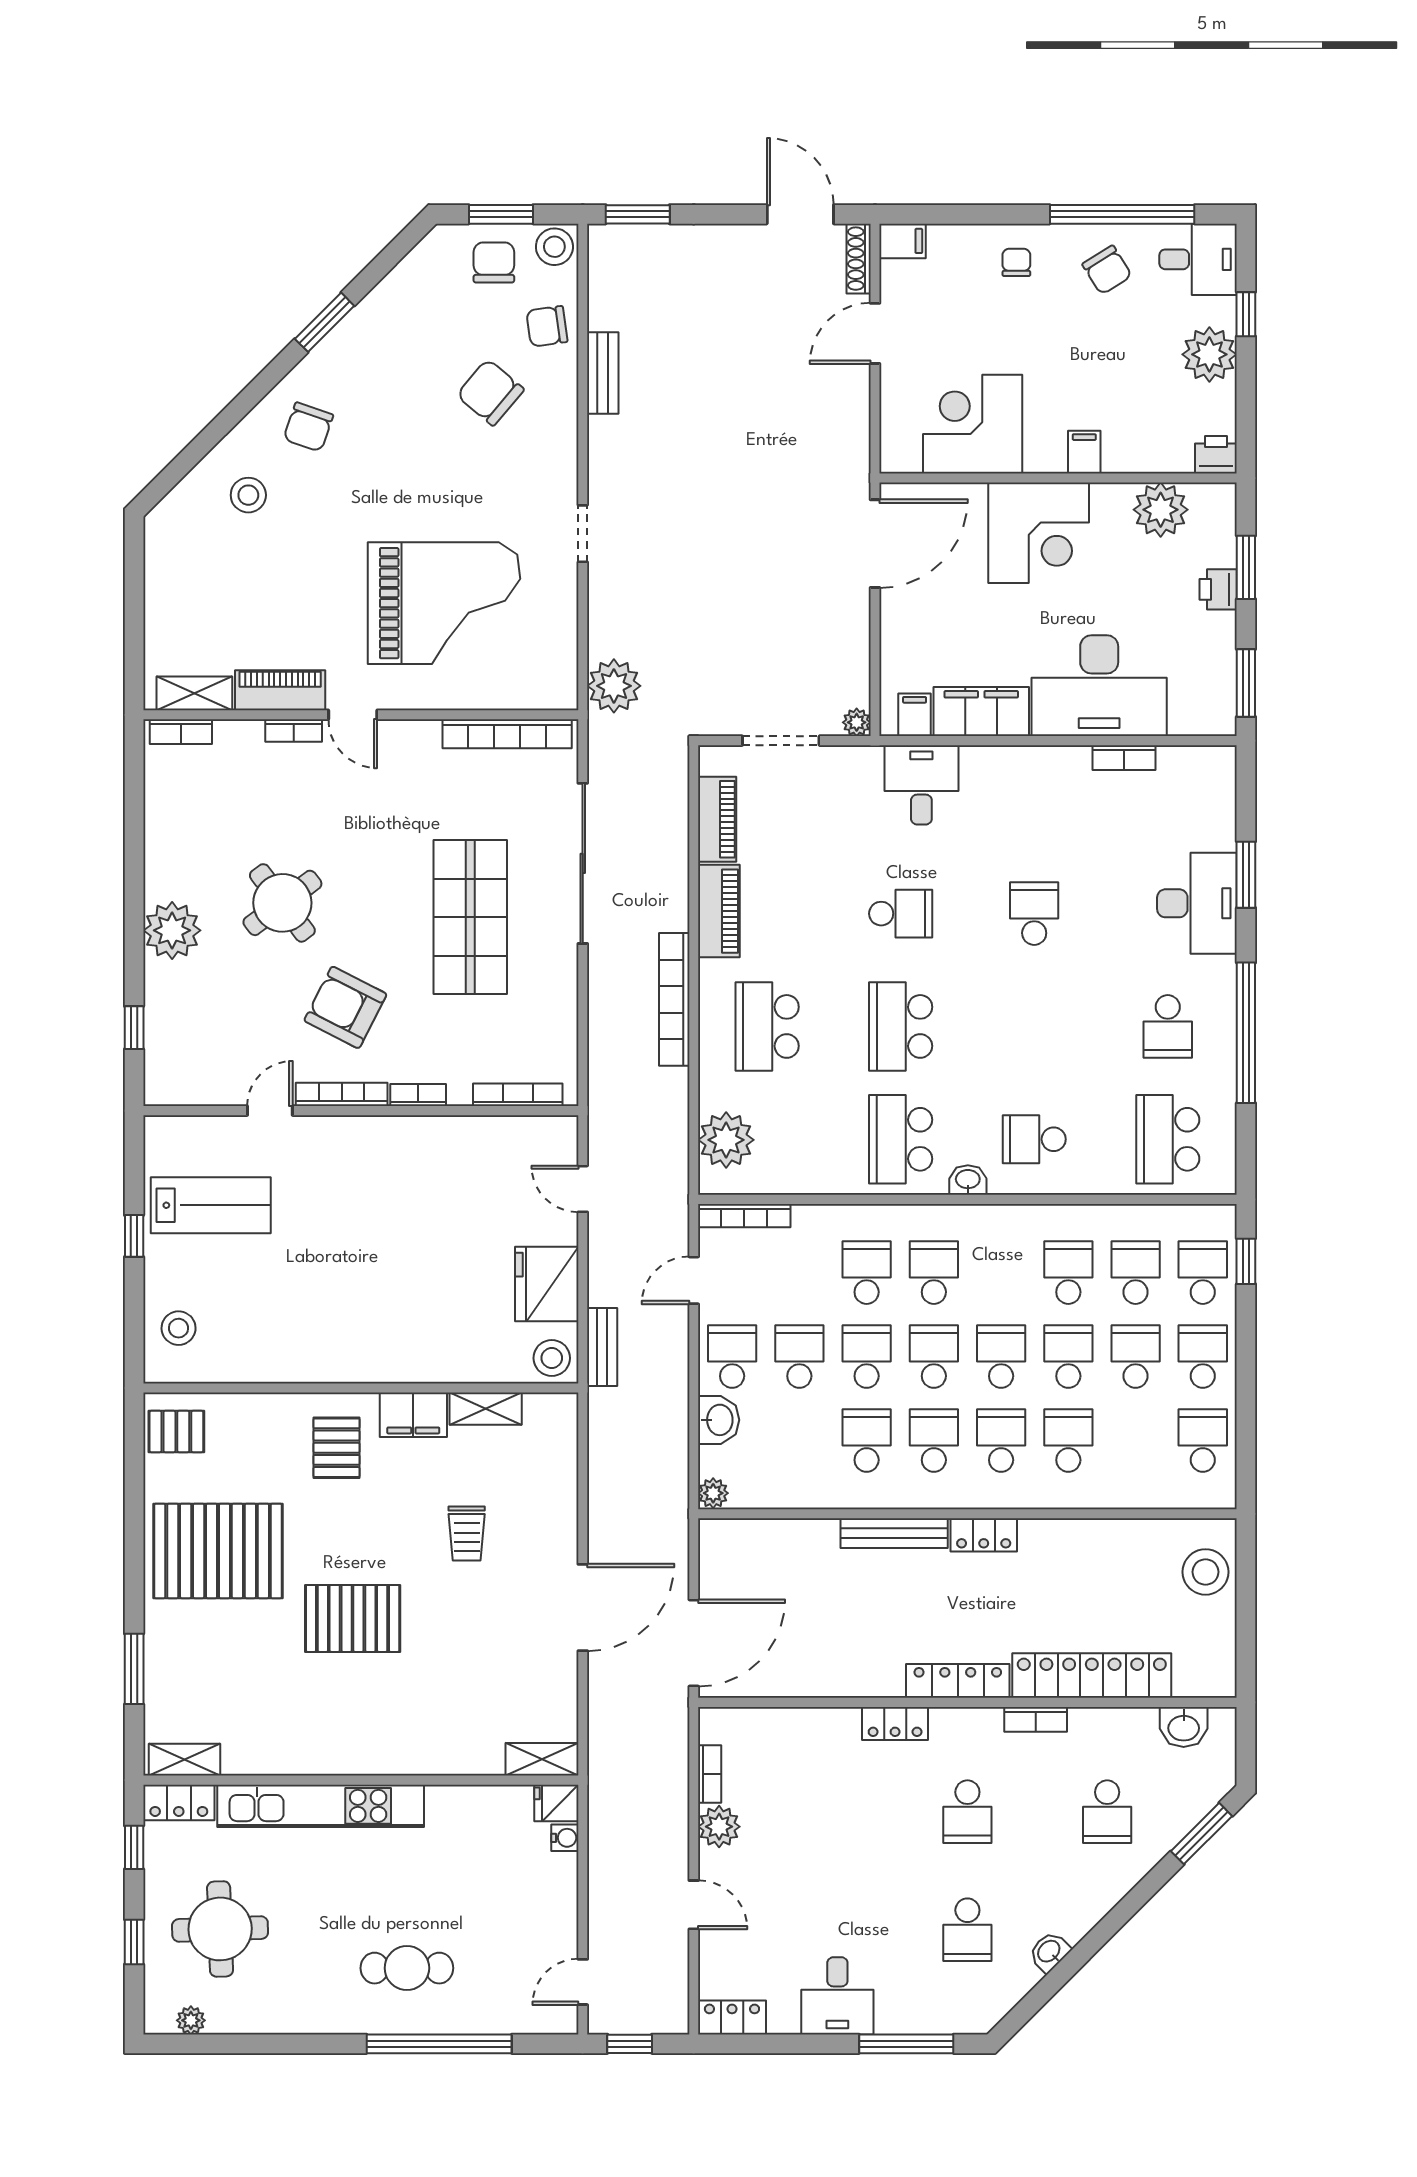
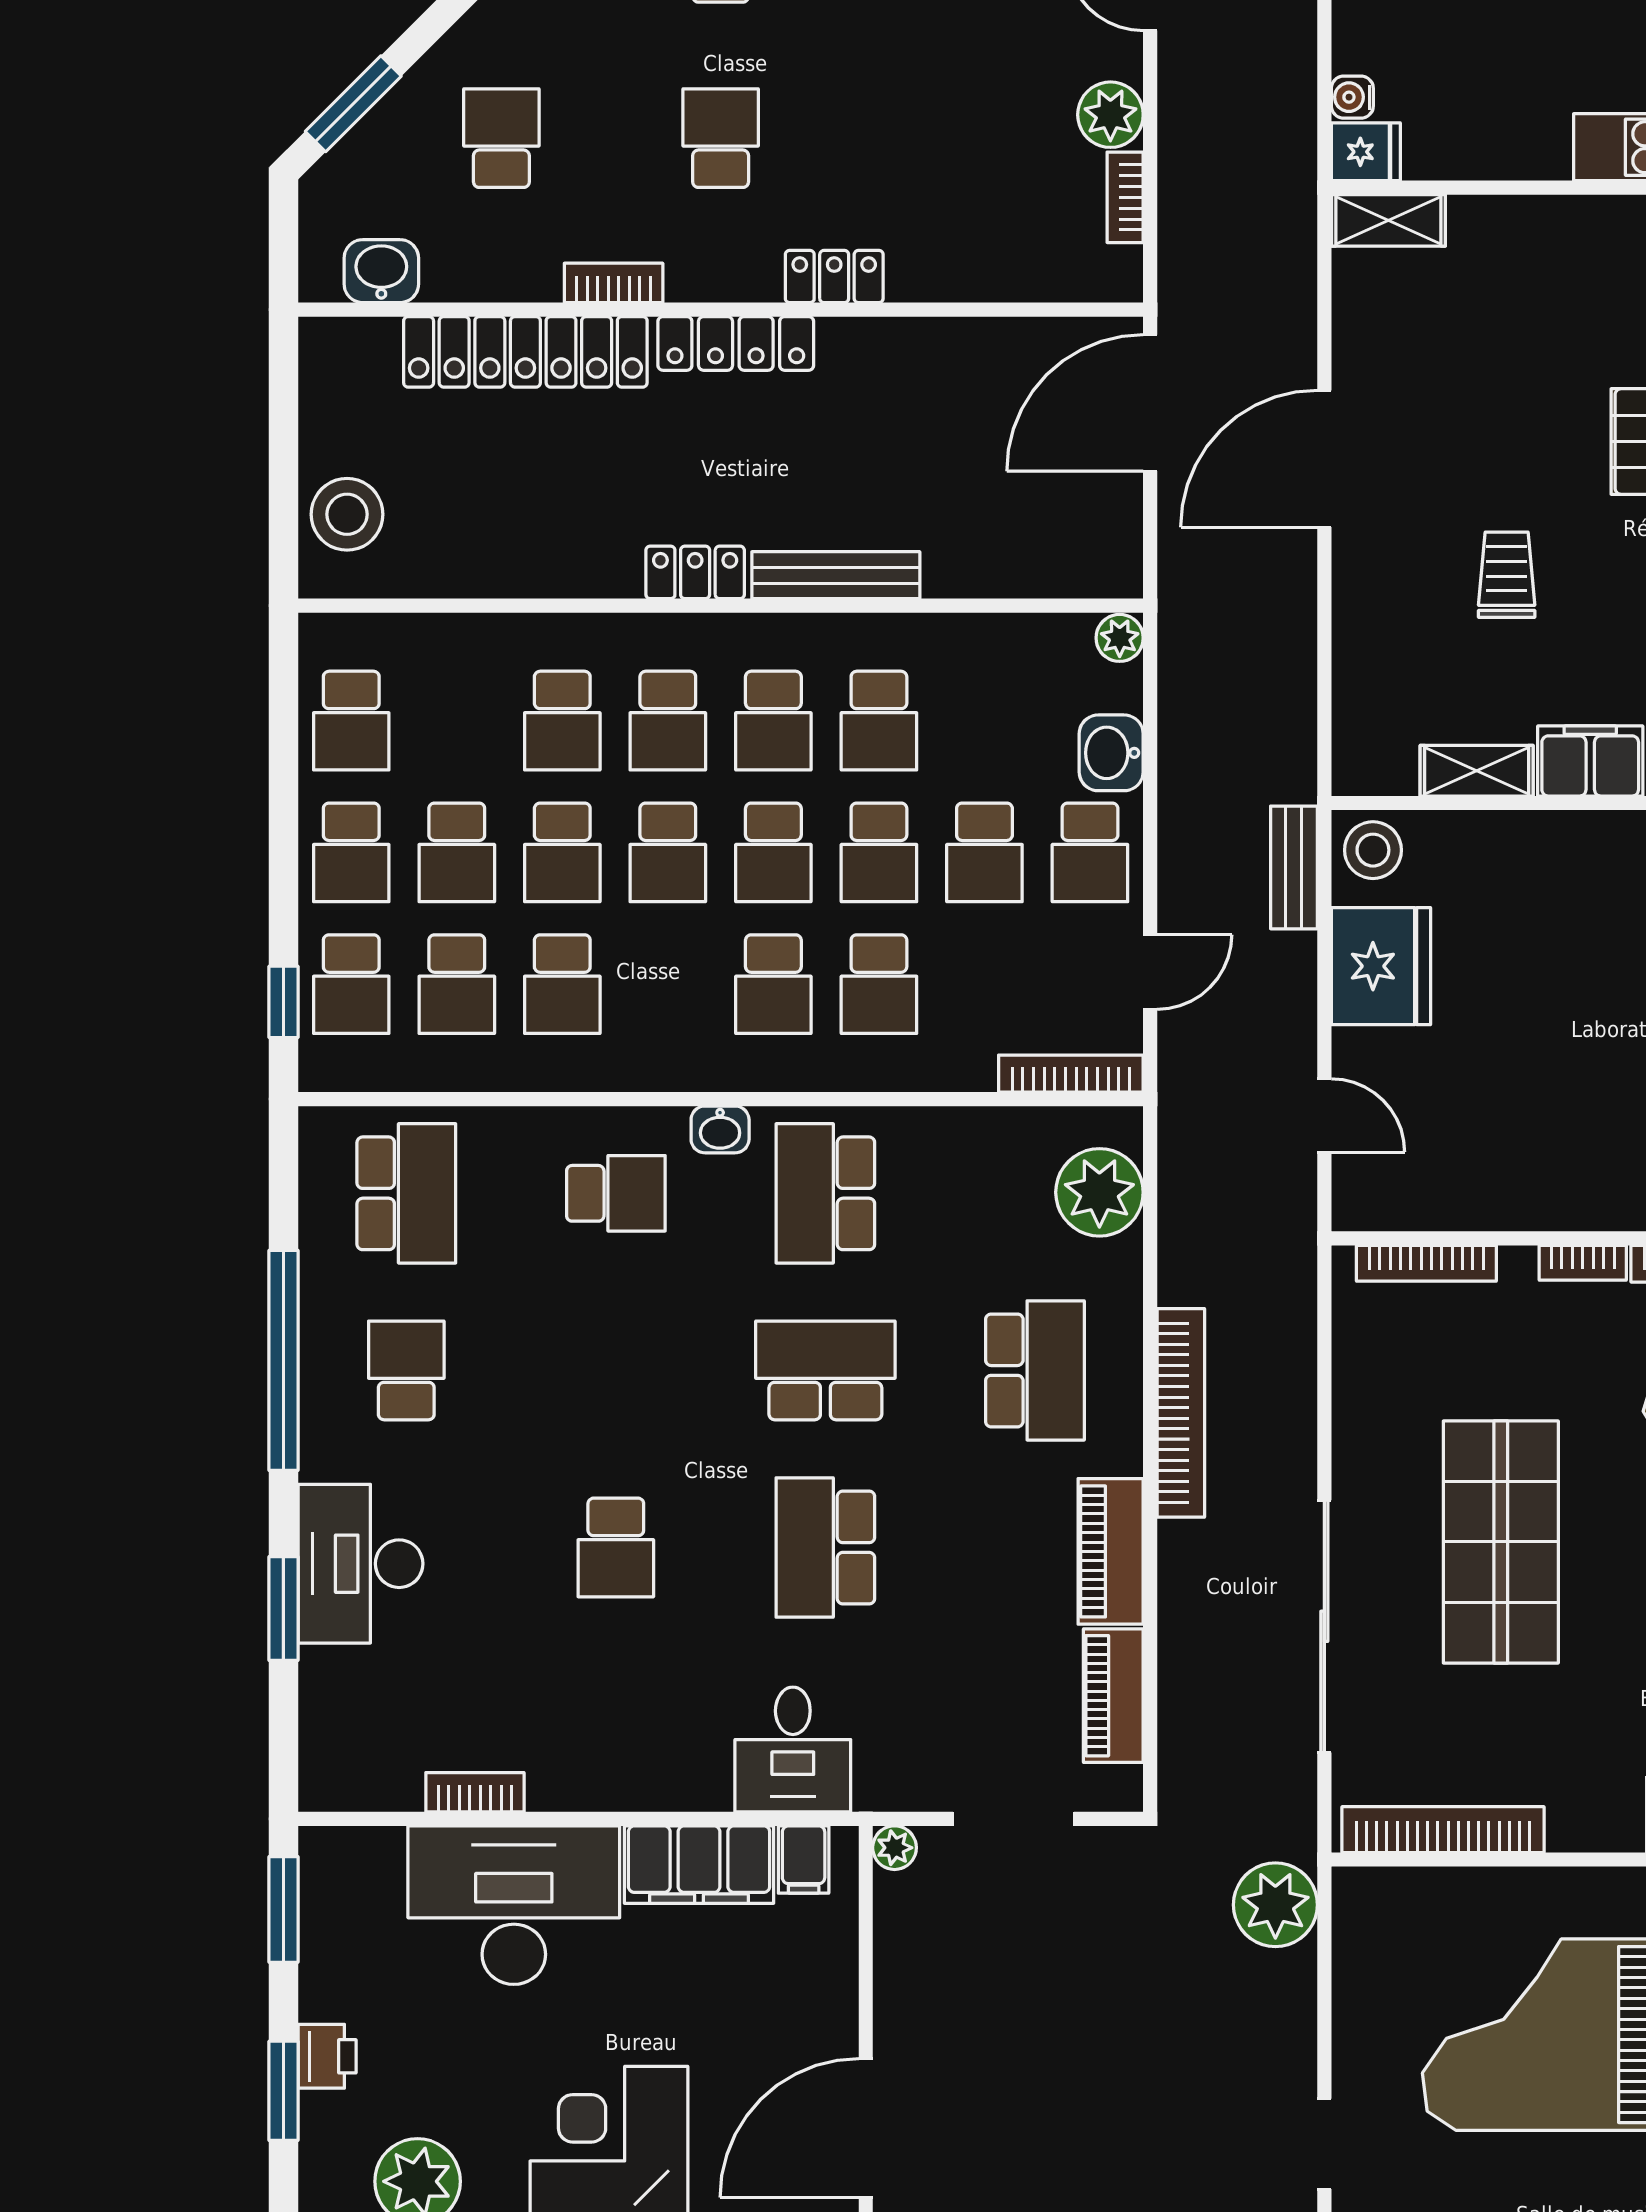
school desk: (901, 914) -> (825, 1548), width x1.85
school desk: (901, 1026) -> (825, 1370), turned -90
school desk: (901, 1139) -> (825, 1193), turned 180

